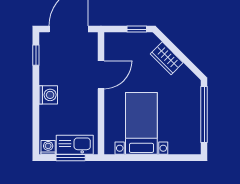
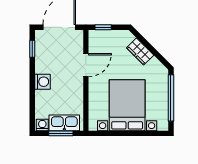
window: (137, 29) -> (103, 27), moved
bed with nightstands: (141, 123) -> (127, 105), width x1.36

